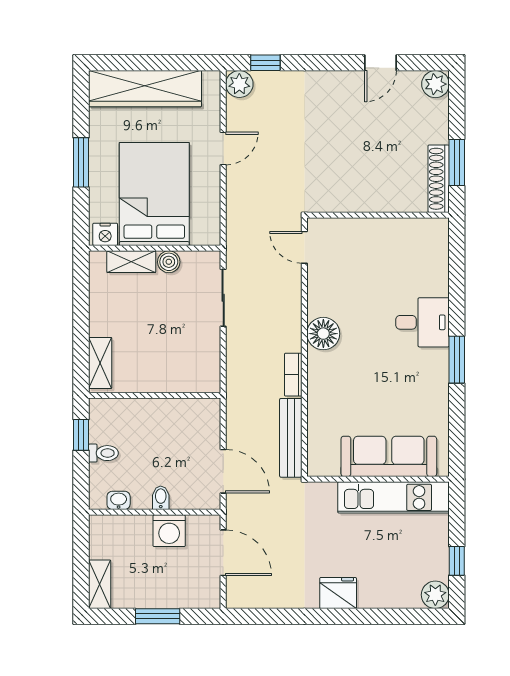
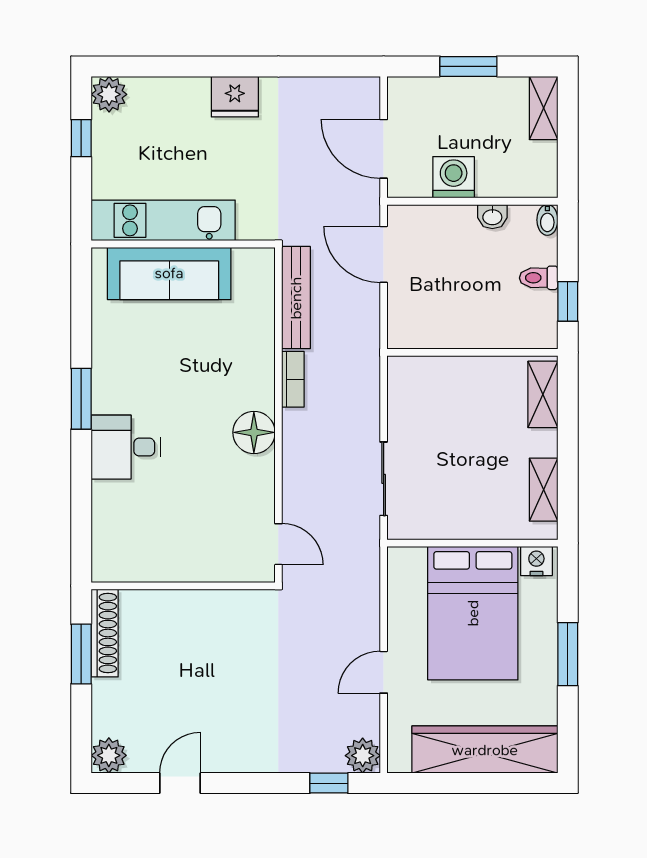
shelving: (131, 262) -> (544, 490), moved, turned 90
boiler: (169, 262) -> (454, 525), removed
bidet: (161, 498) -> (547, 220), moved
washbasin: (119, 500) -> (492, 217), moved

